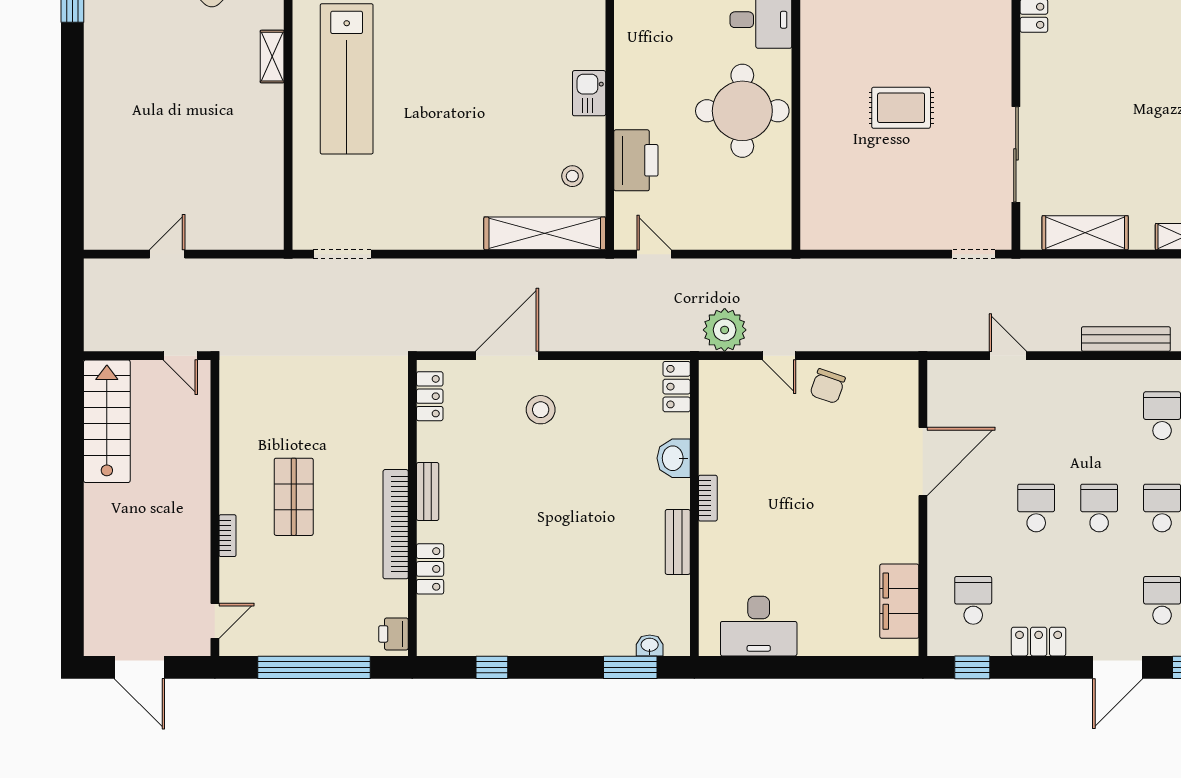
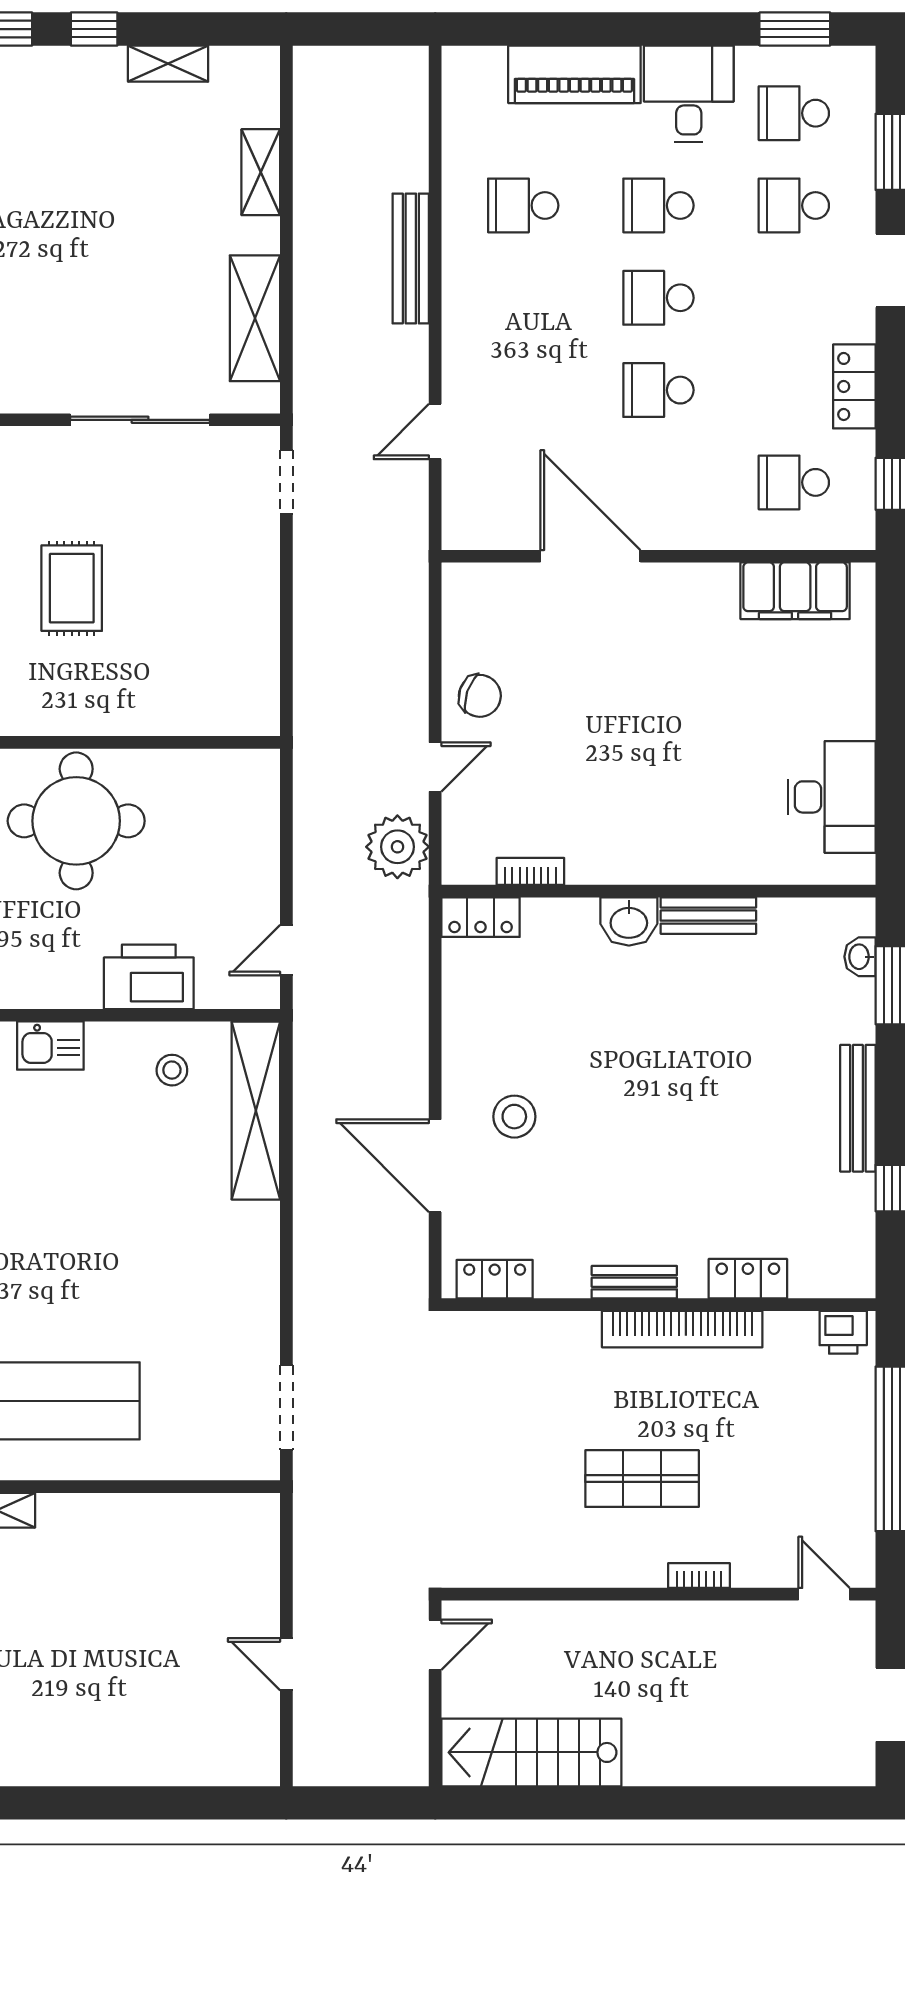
washbasin: (674, 458) -> (629, 921), moved
bookcase: (708, 498) -> (530, 871), moved
bench: (546, 644) -> (858, 1108), added

